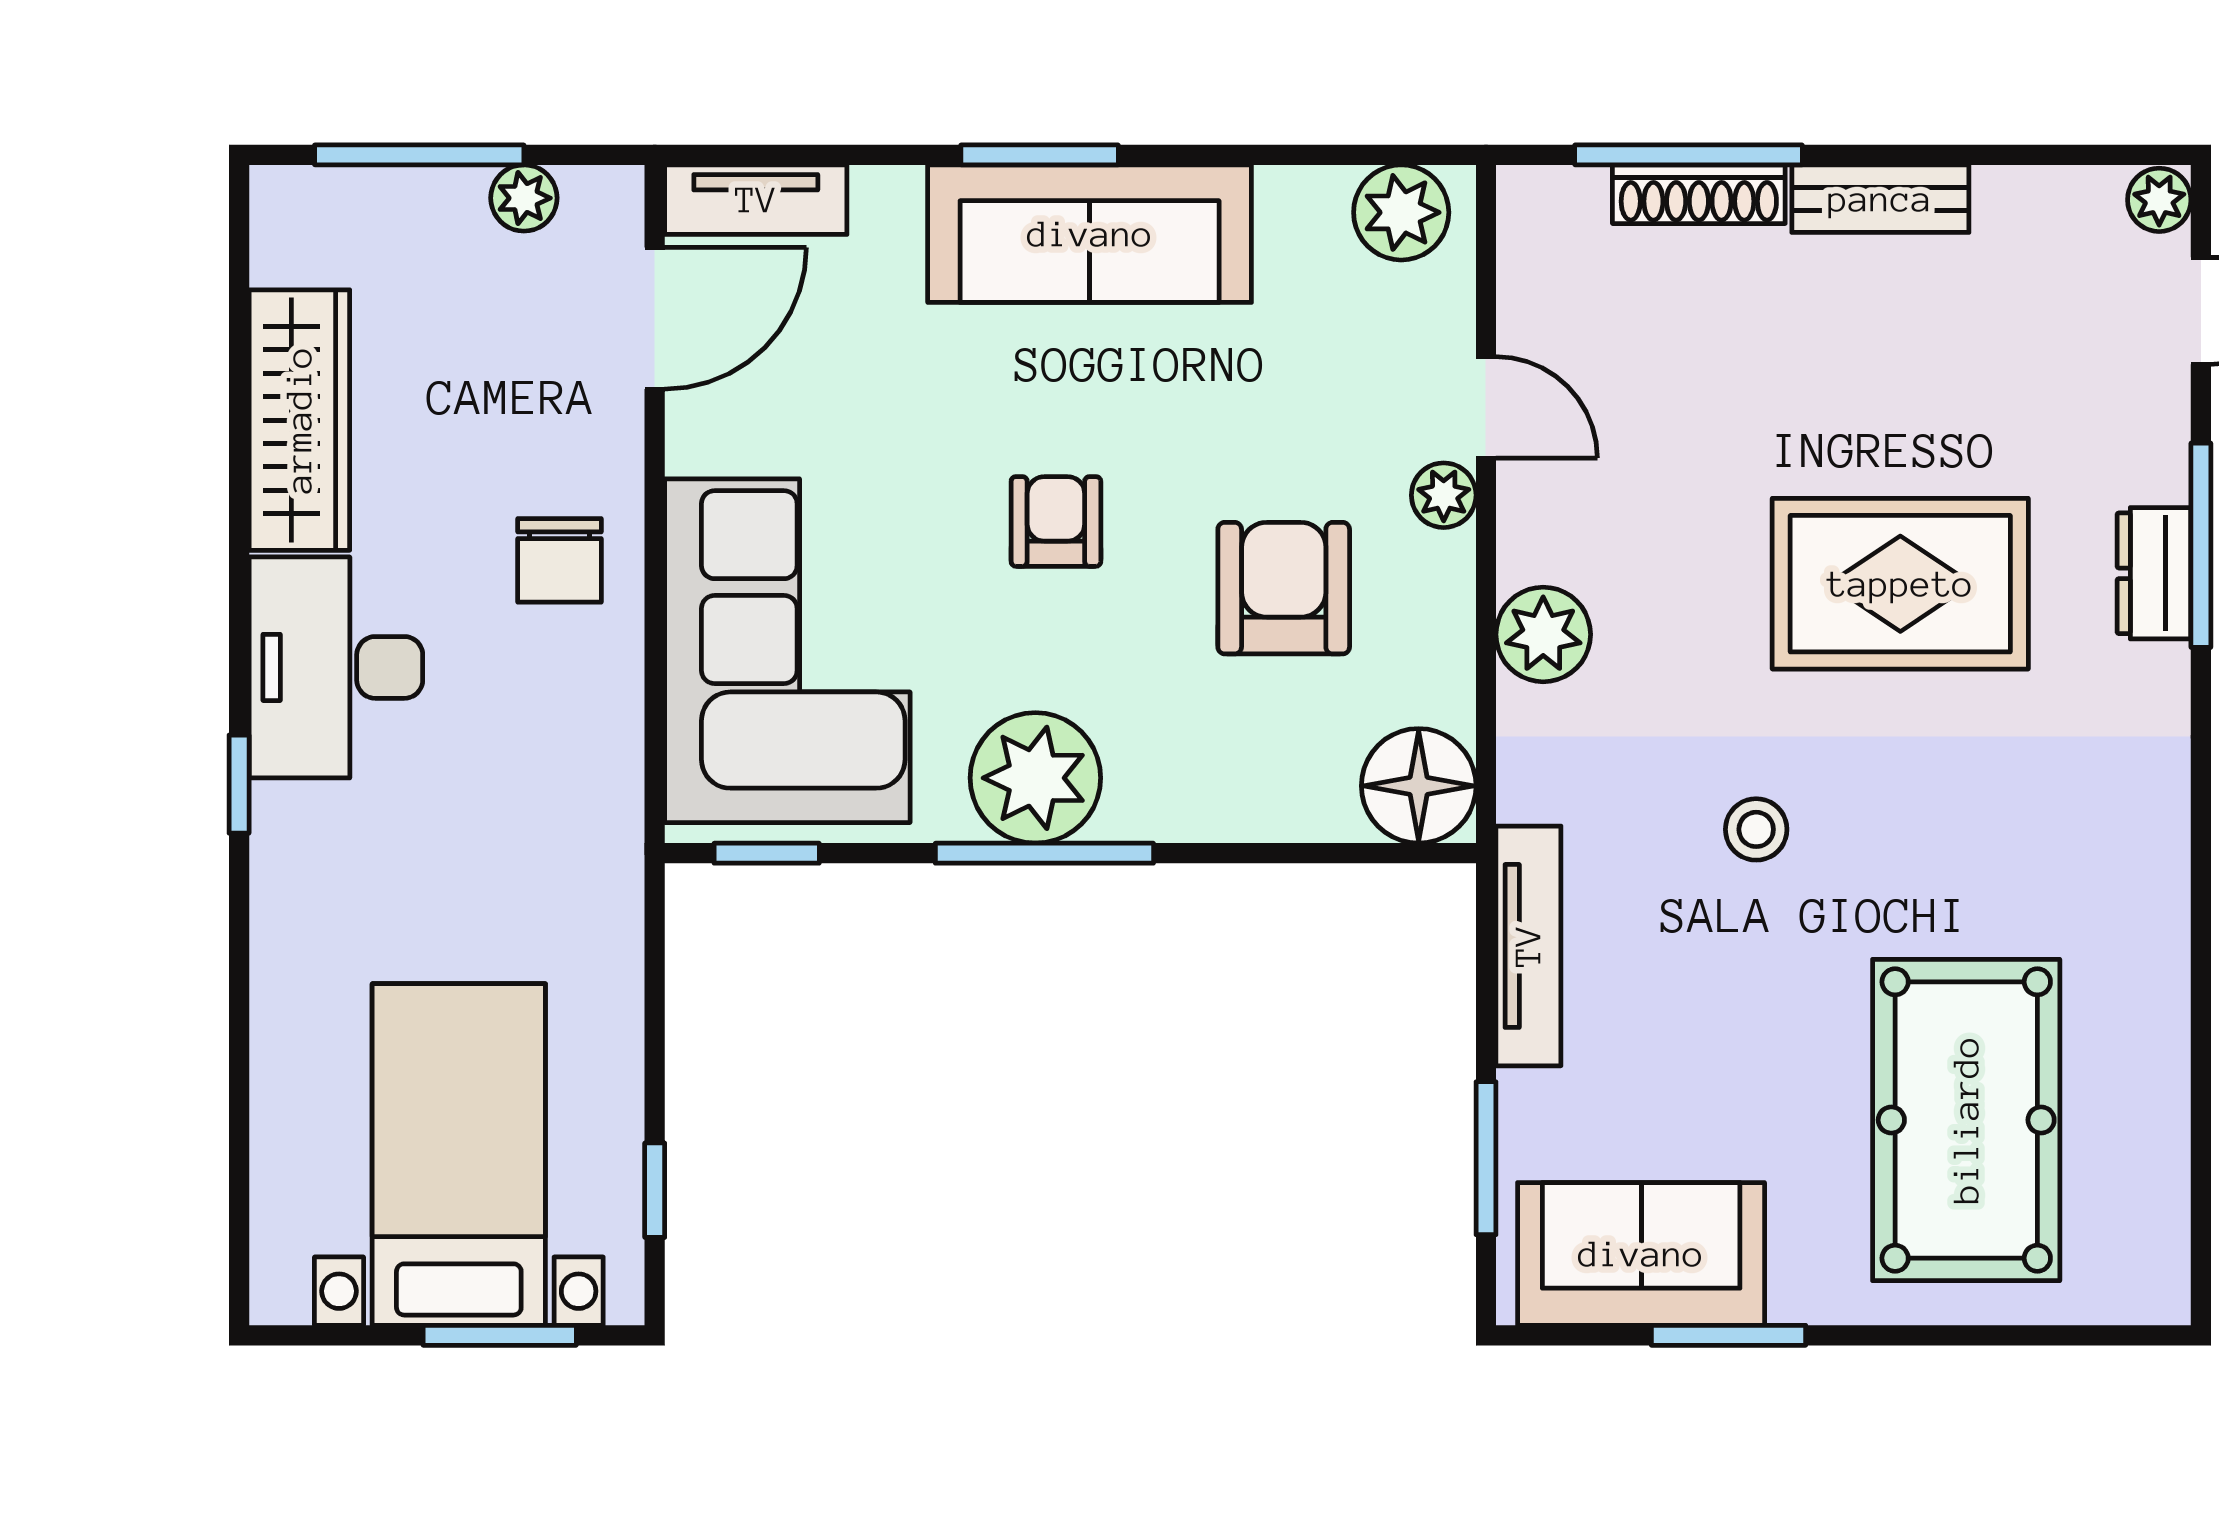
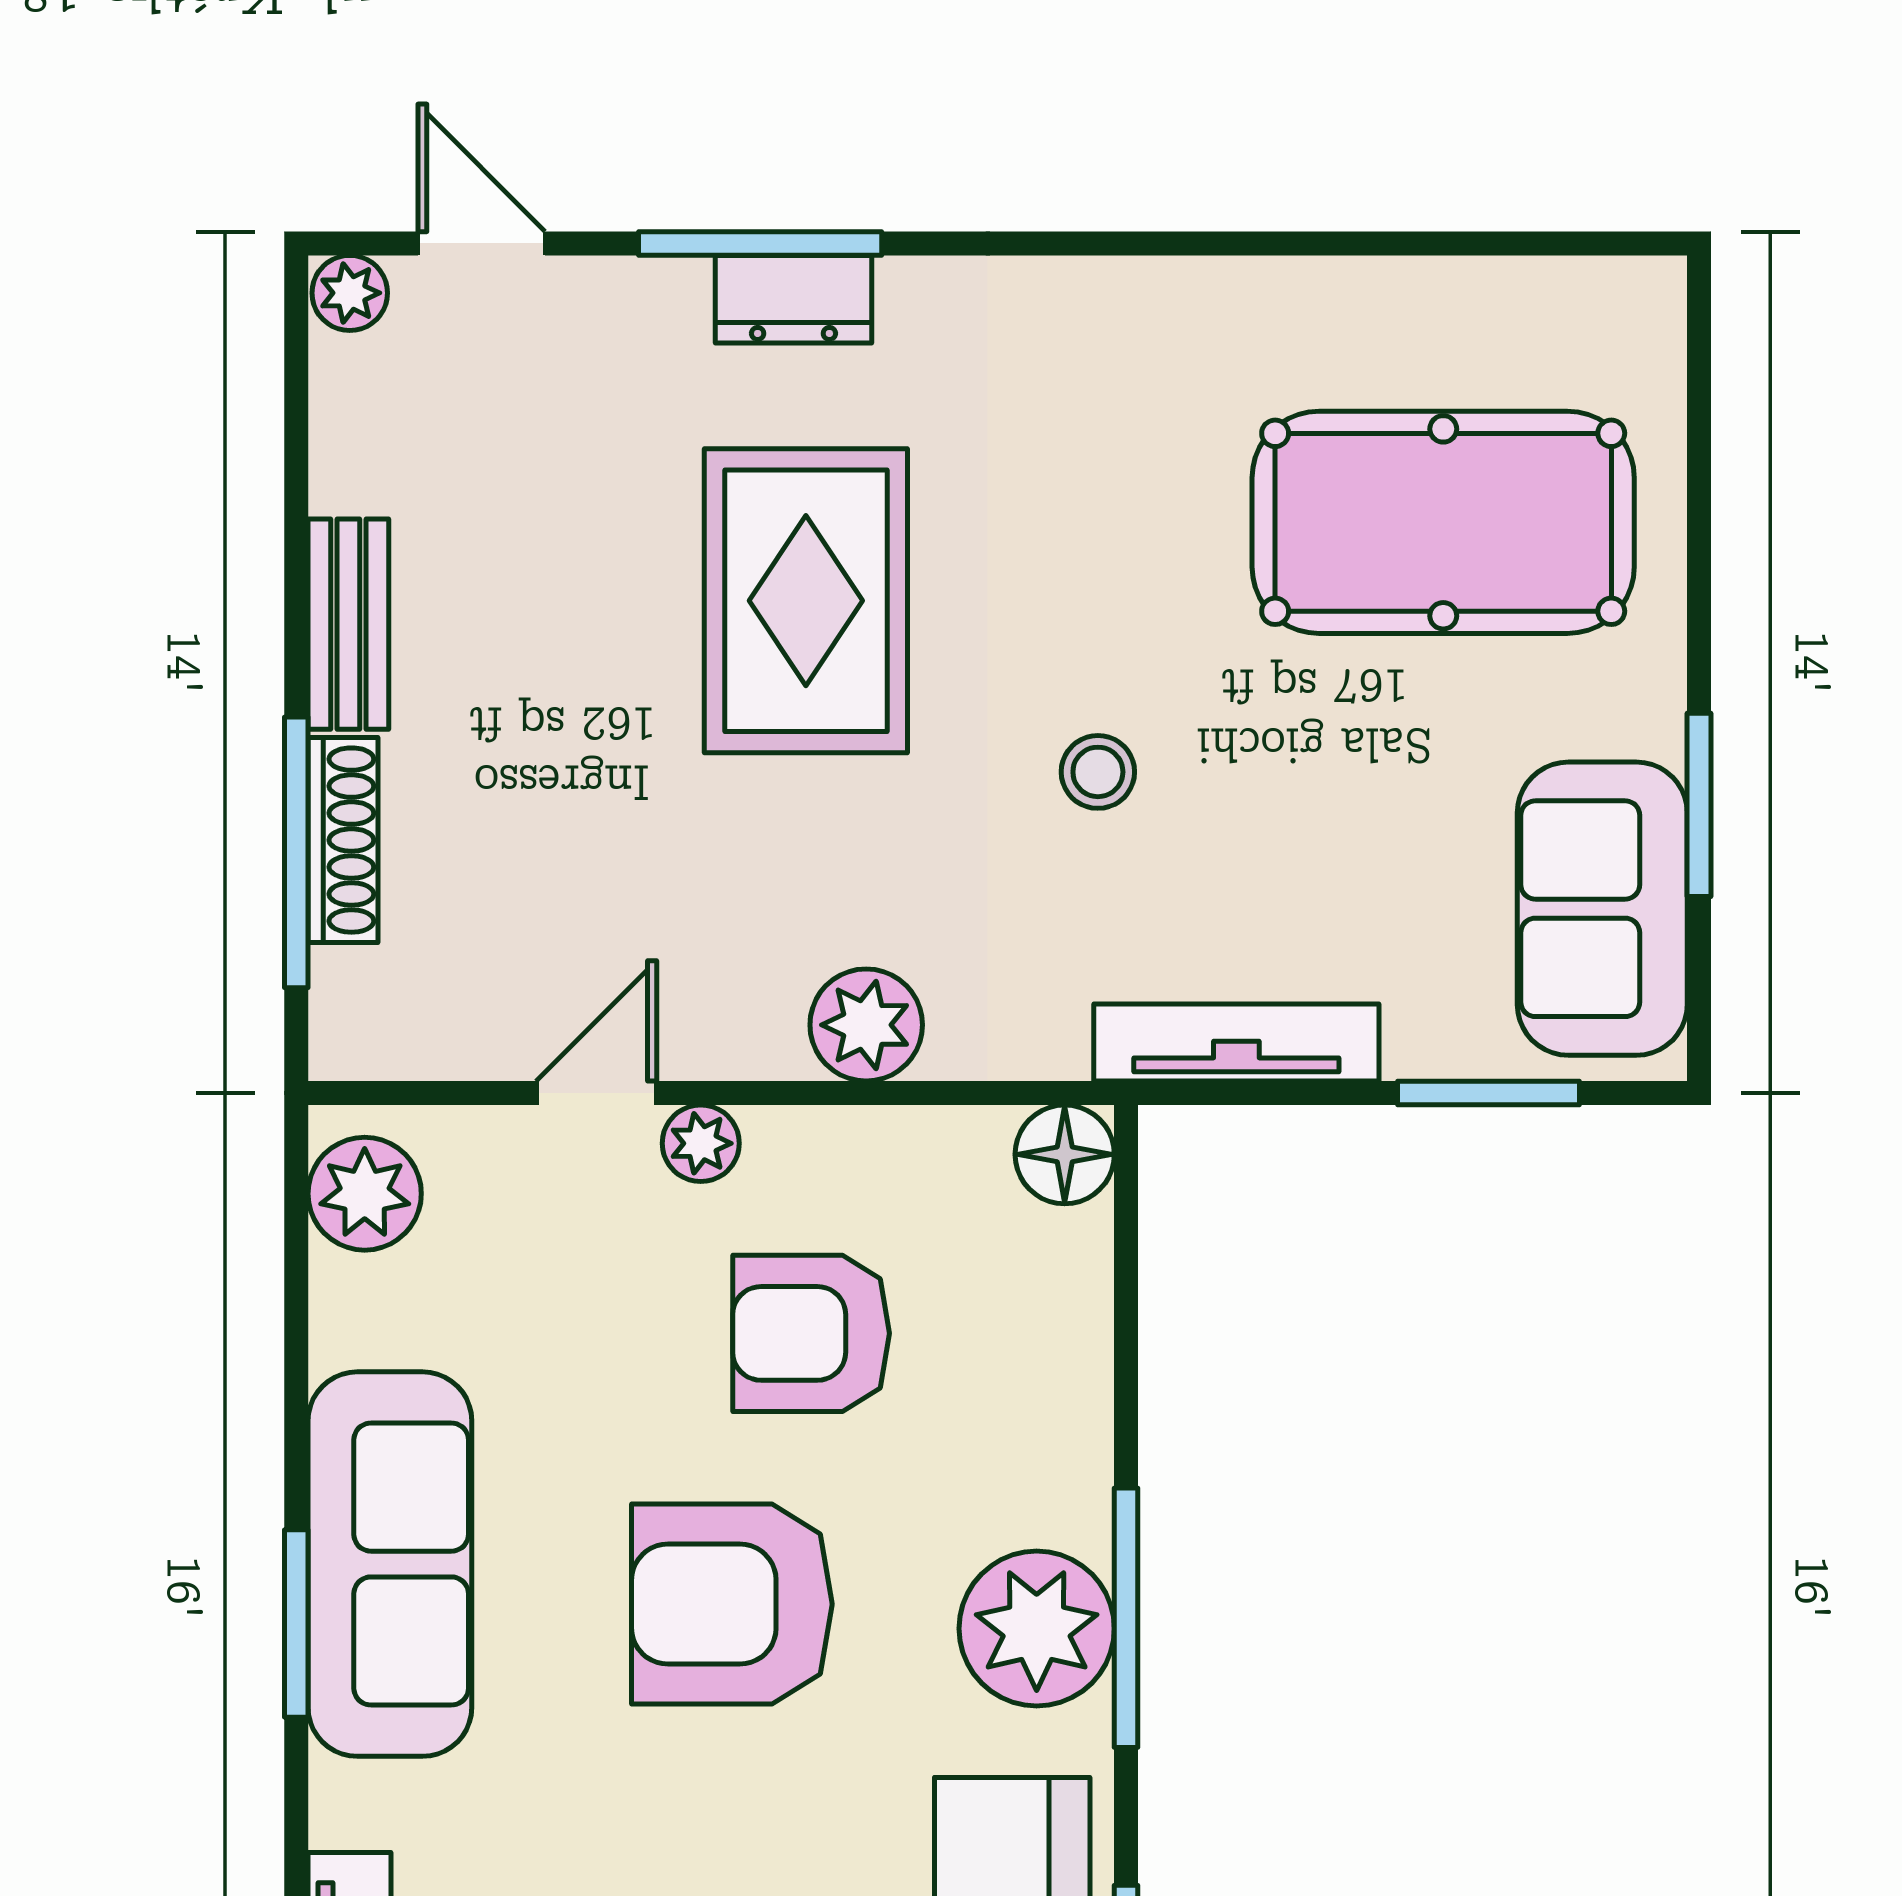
armchair: (1056, 521) -> (732, 1604), width x1.88, depth x1.88
floor lamp: (1419, 786) -> (1065, 1154), width x0.73, depth x0.73

